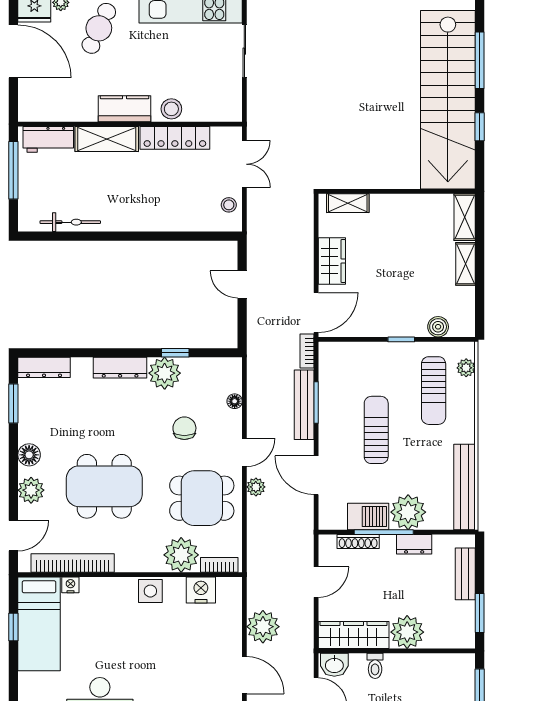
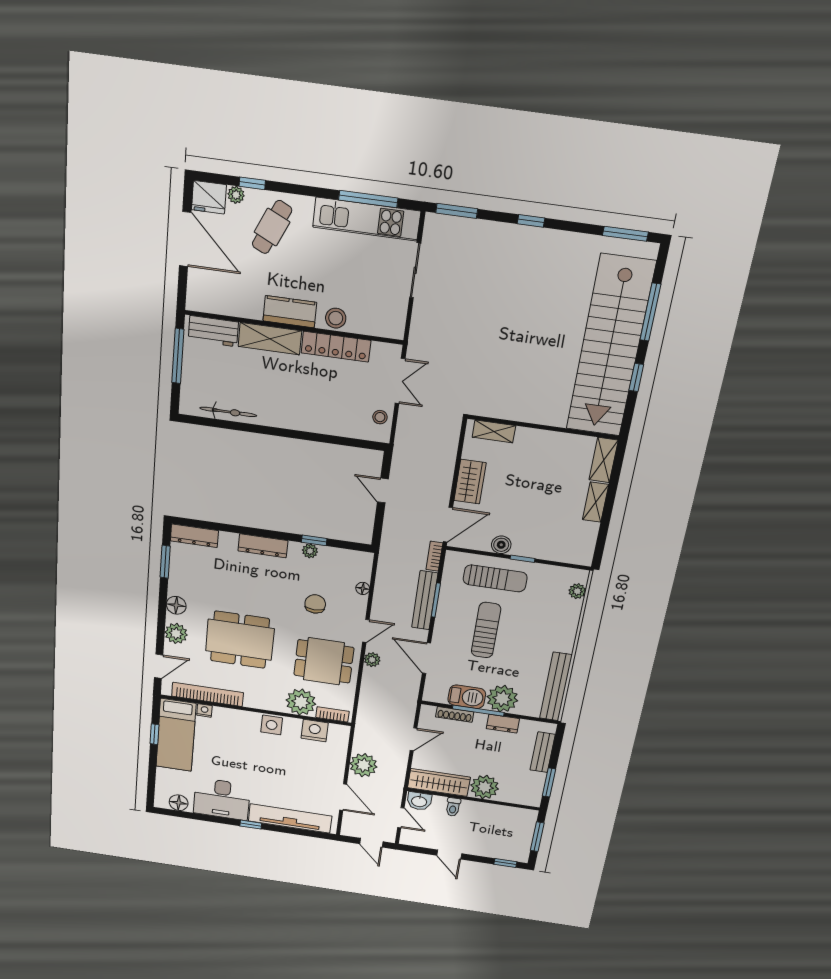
boiler: (438, 327) -> (501, 545), moved
plant: (165, 373) -> (310, 551), width x0.53, depth x0.53
sun lounger: (434, 391) -> (495, 578), moved, turned -90

